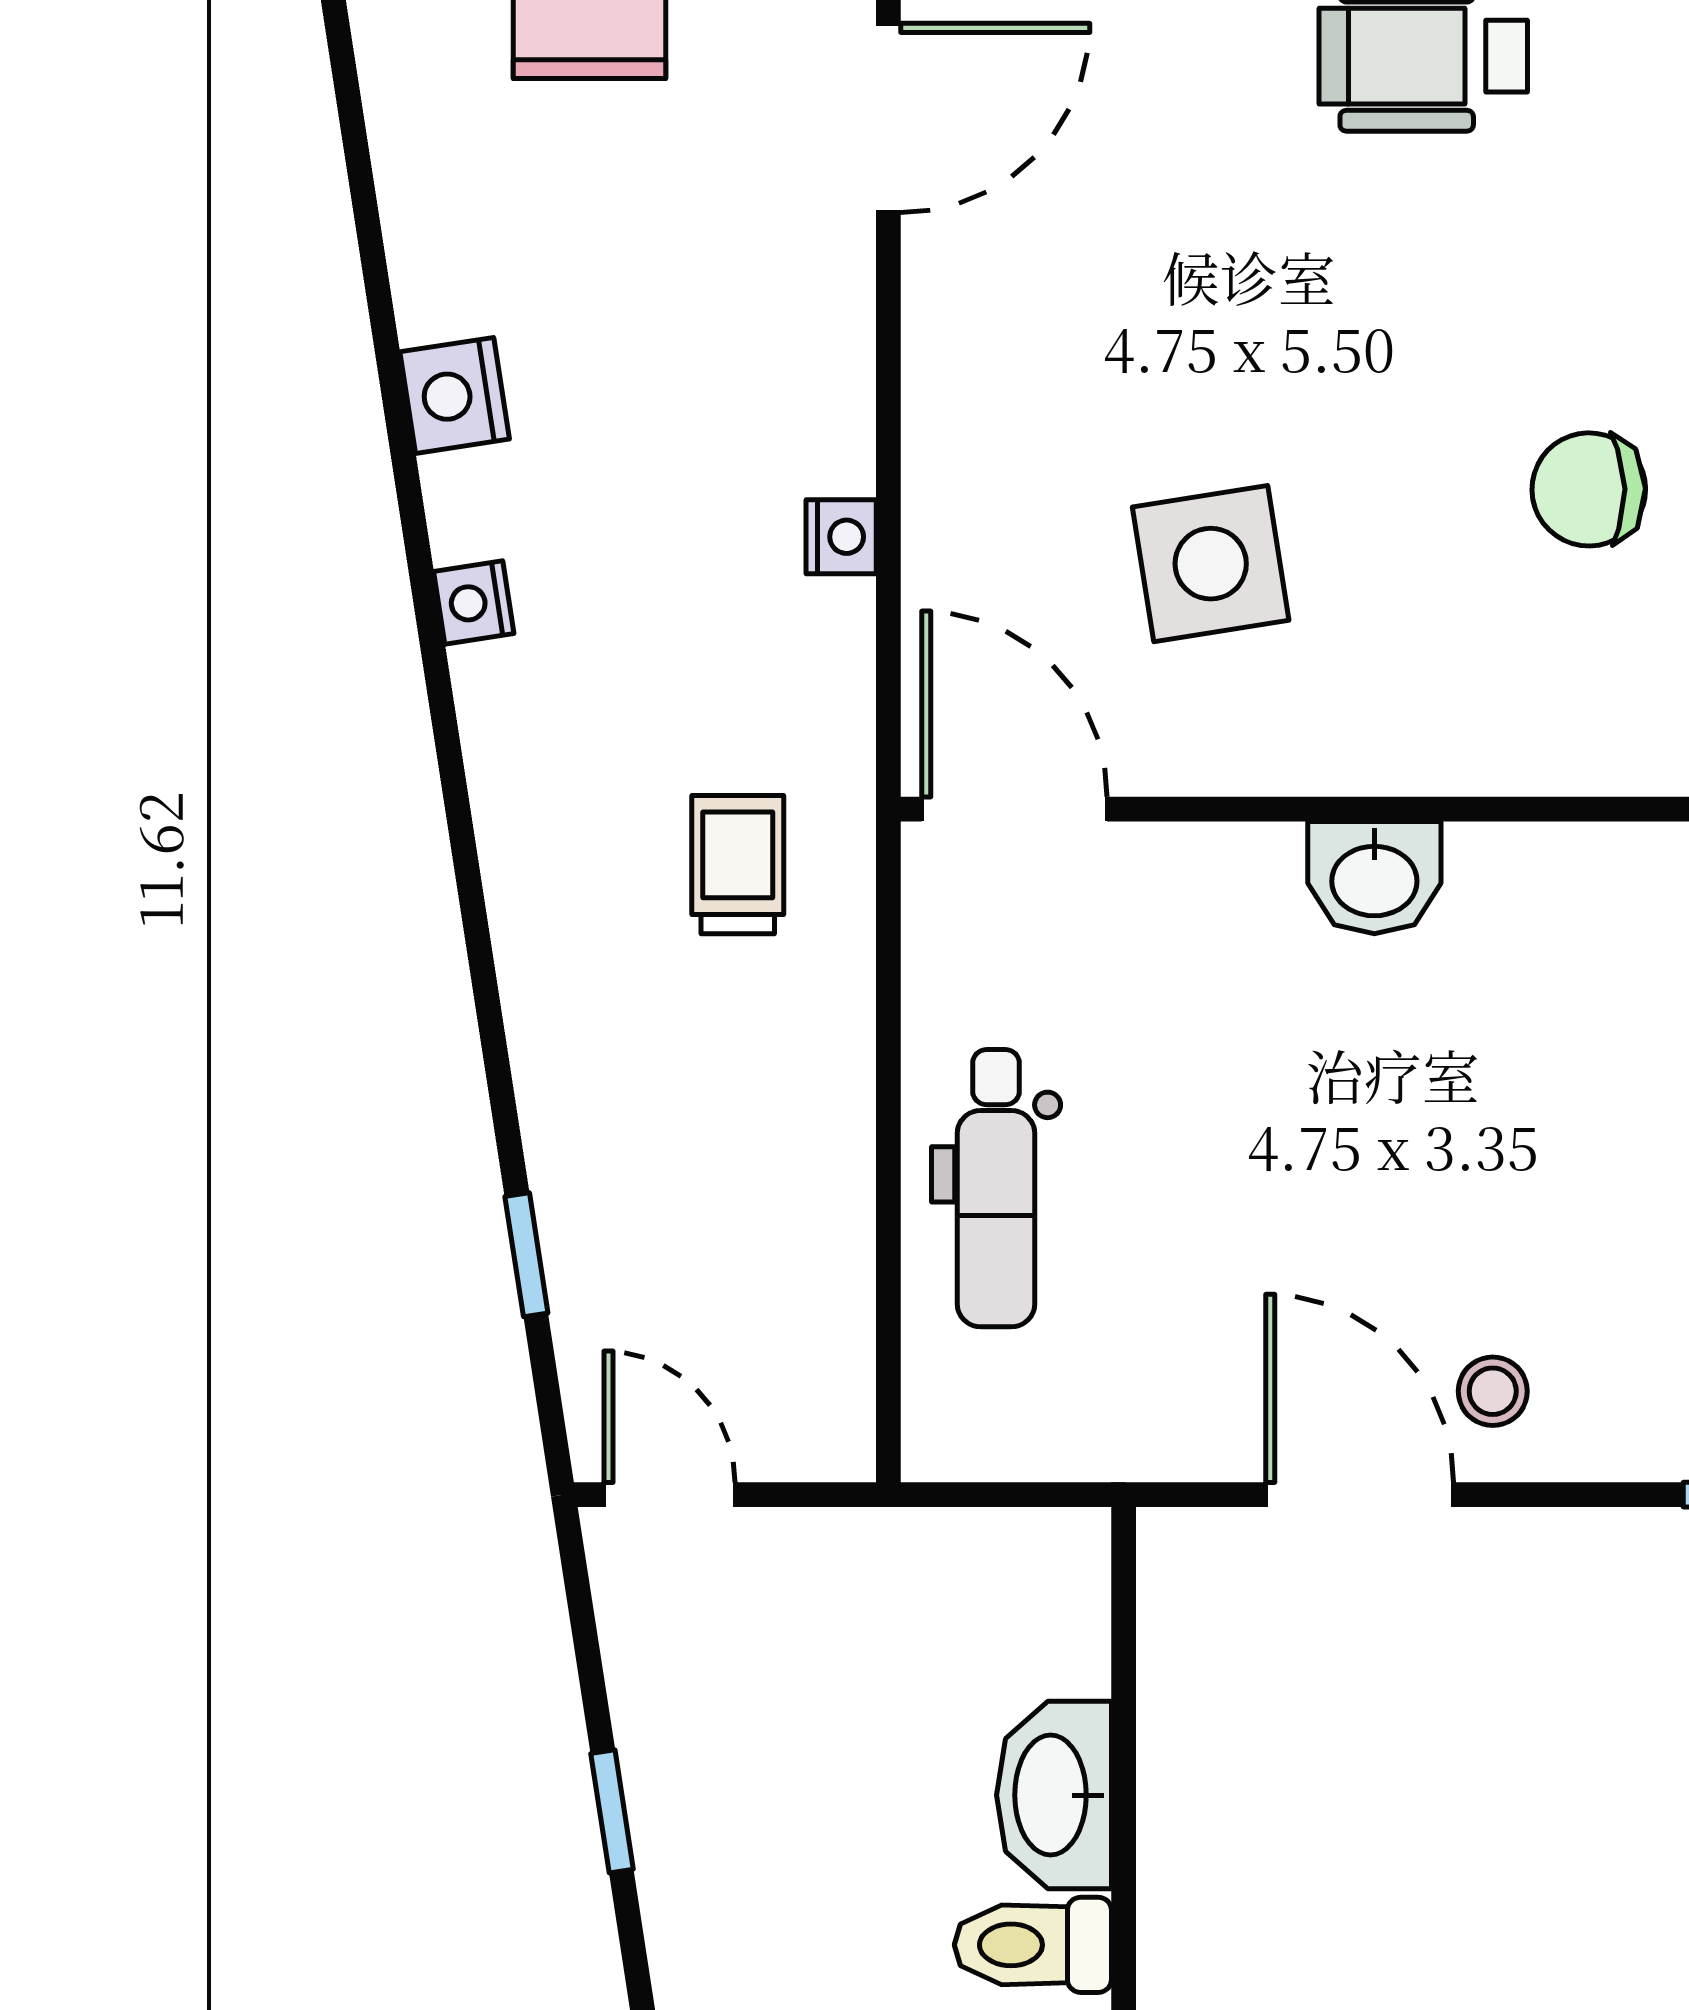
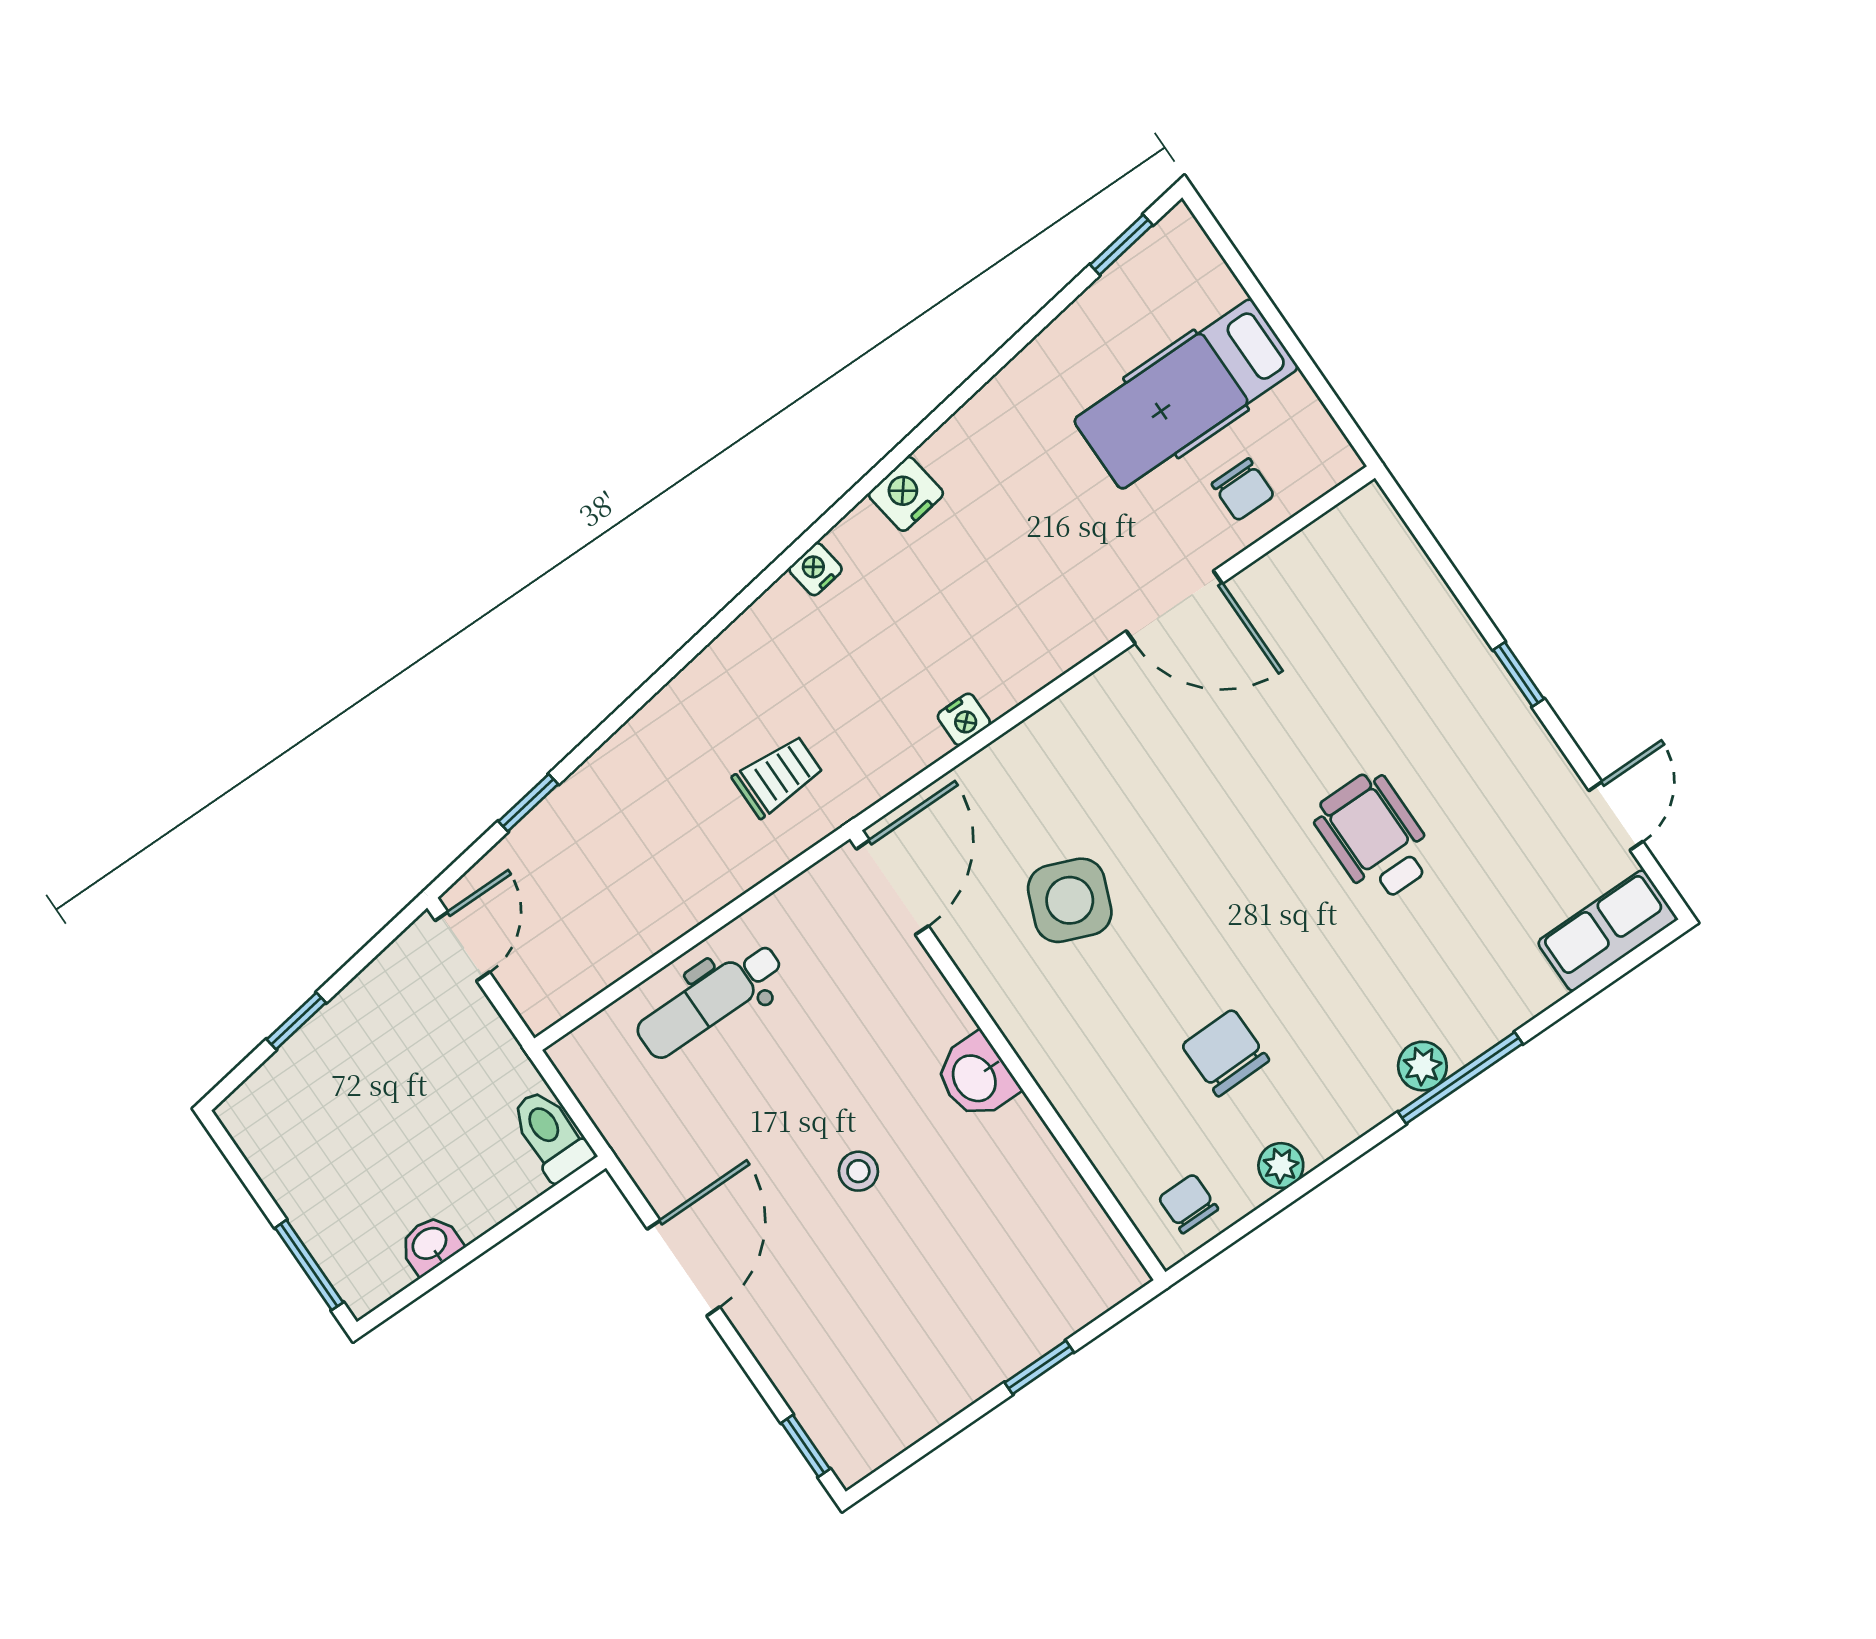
side table: (1211, 564) -> (1070, 900), turned 31
stool: (1493, 1391) -> (858, 1171), moved
washbasin: (1054, 1795) -> (430, 1244), width x0.52, depth x0.69
toilet: (1033, 1945) -> (551, 1135), moved

